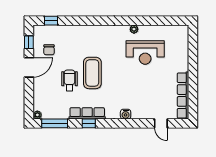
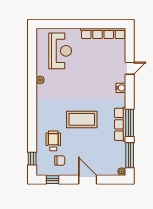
reception desk: (145, 52) -> (60, 51), moved
door: (29, 67) -> (88, 180), moved
wheelchair: (69, 80) -> (53, 141), moved, turned 90
window: (89, 123) -> (130, 123), width x2.17
door: (161, 123) -> (130, 68), moved

